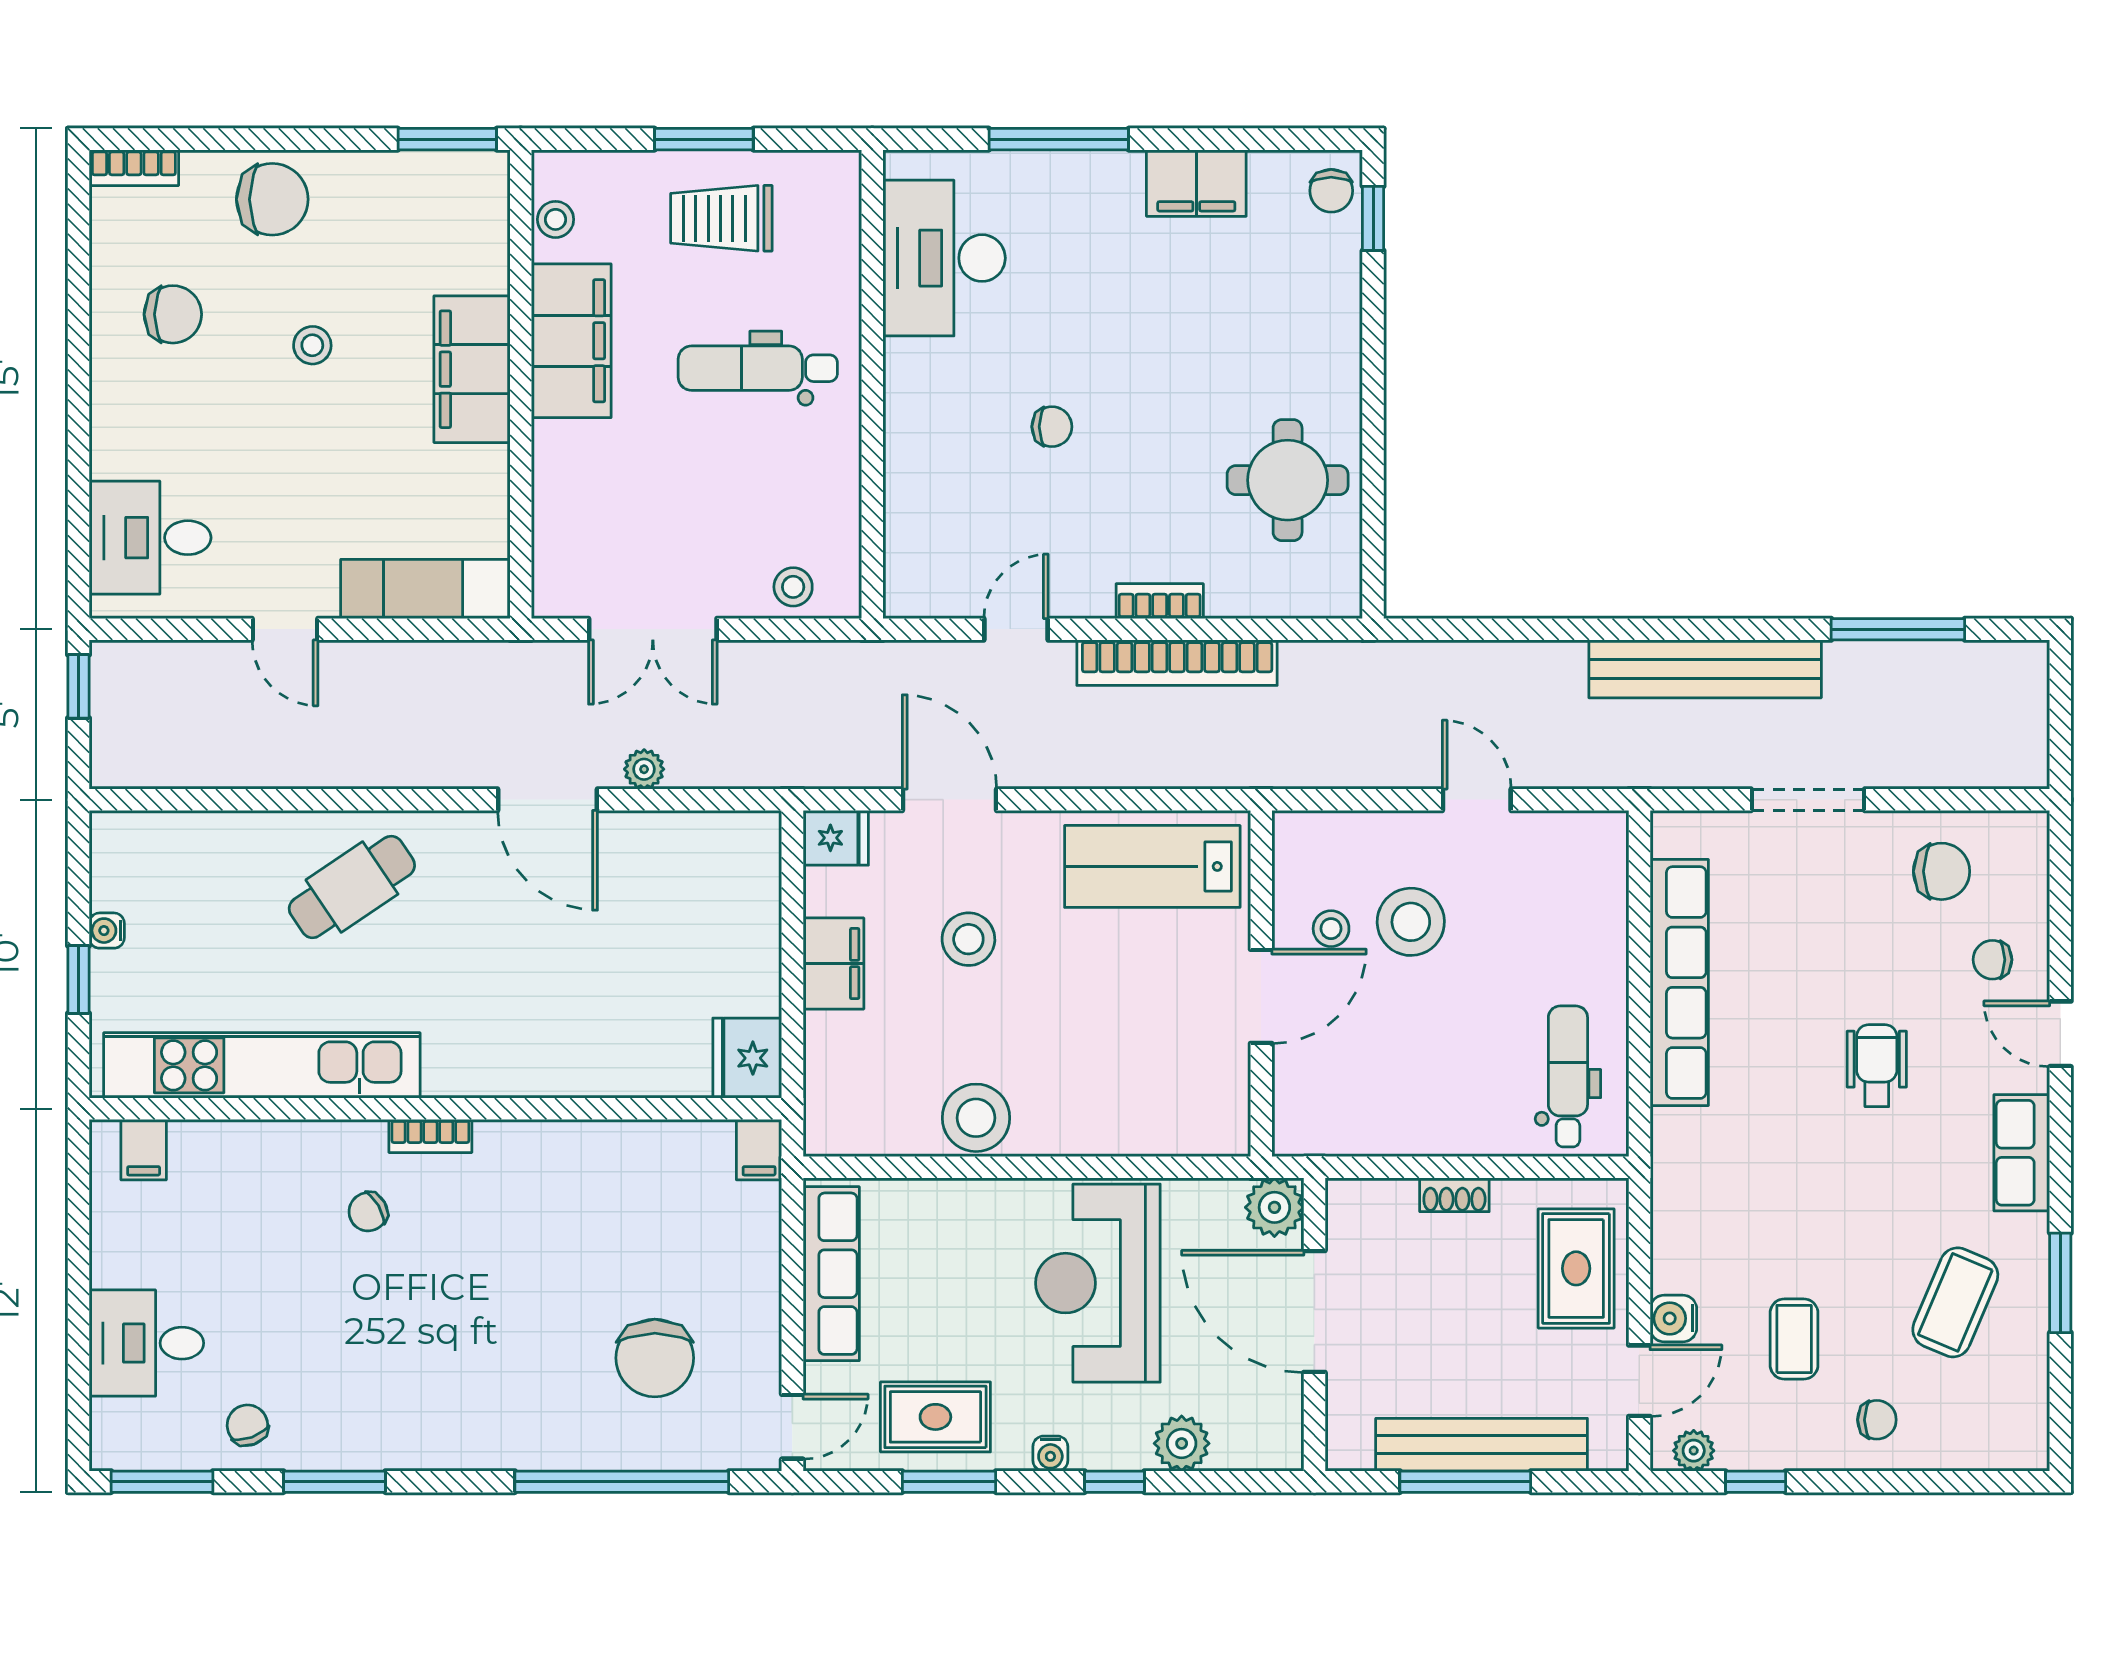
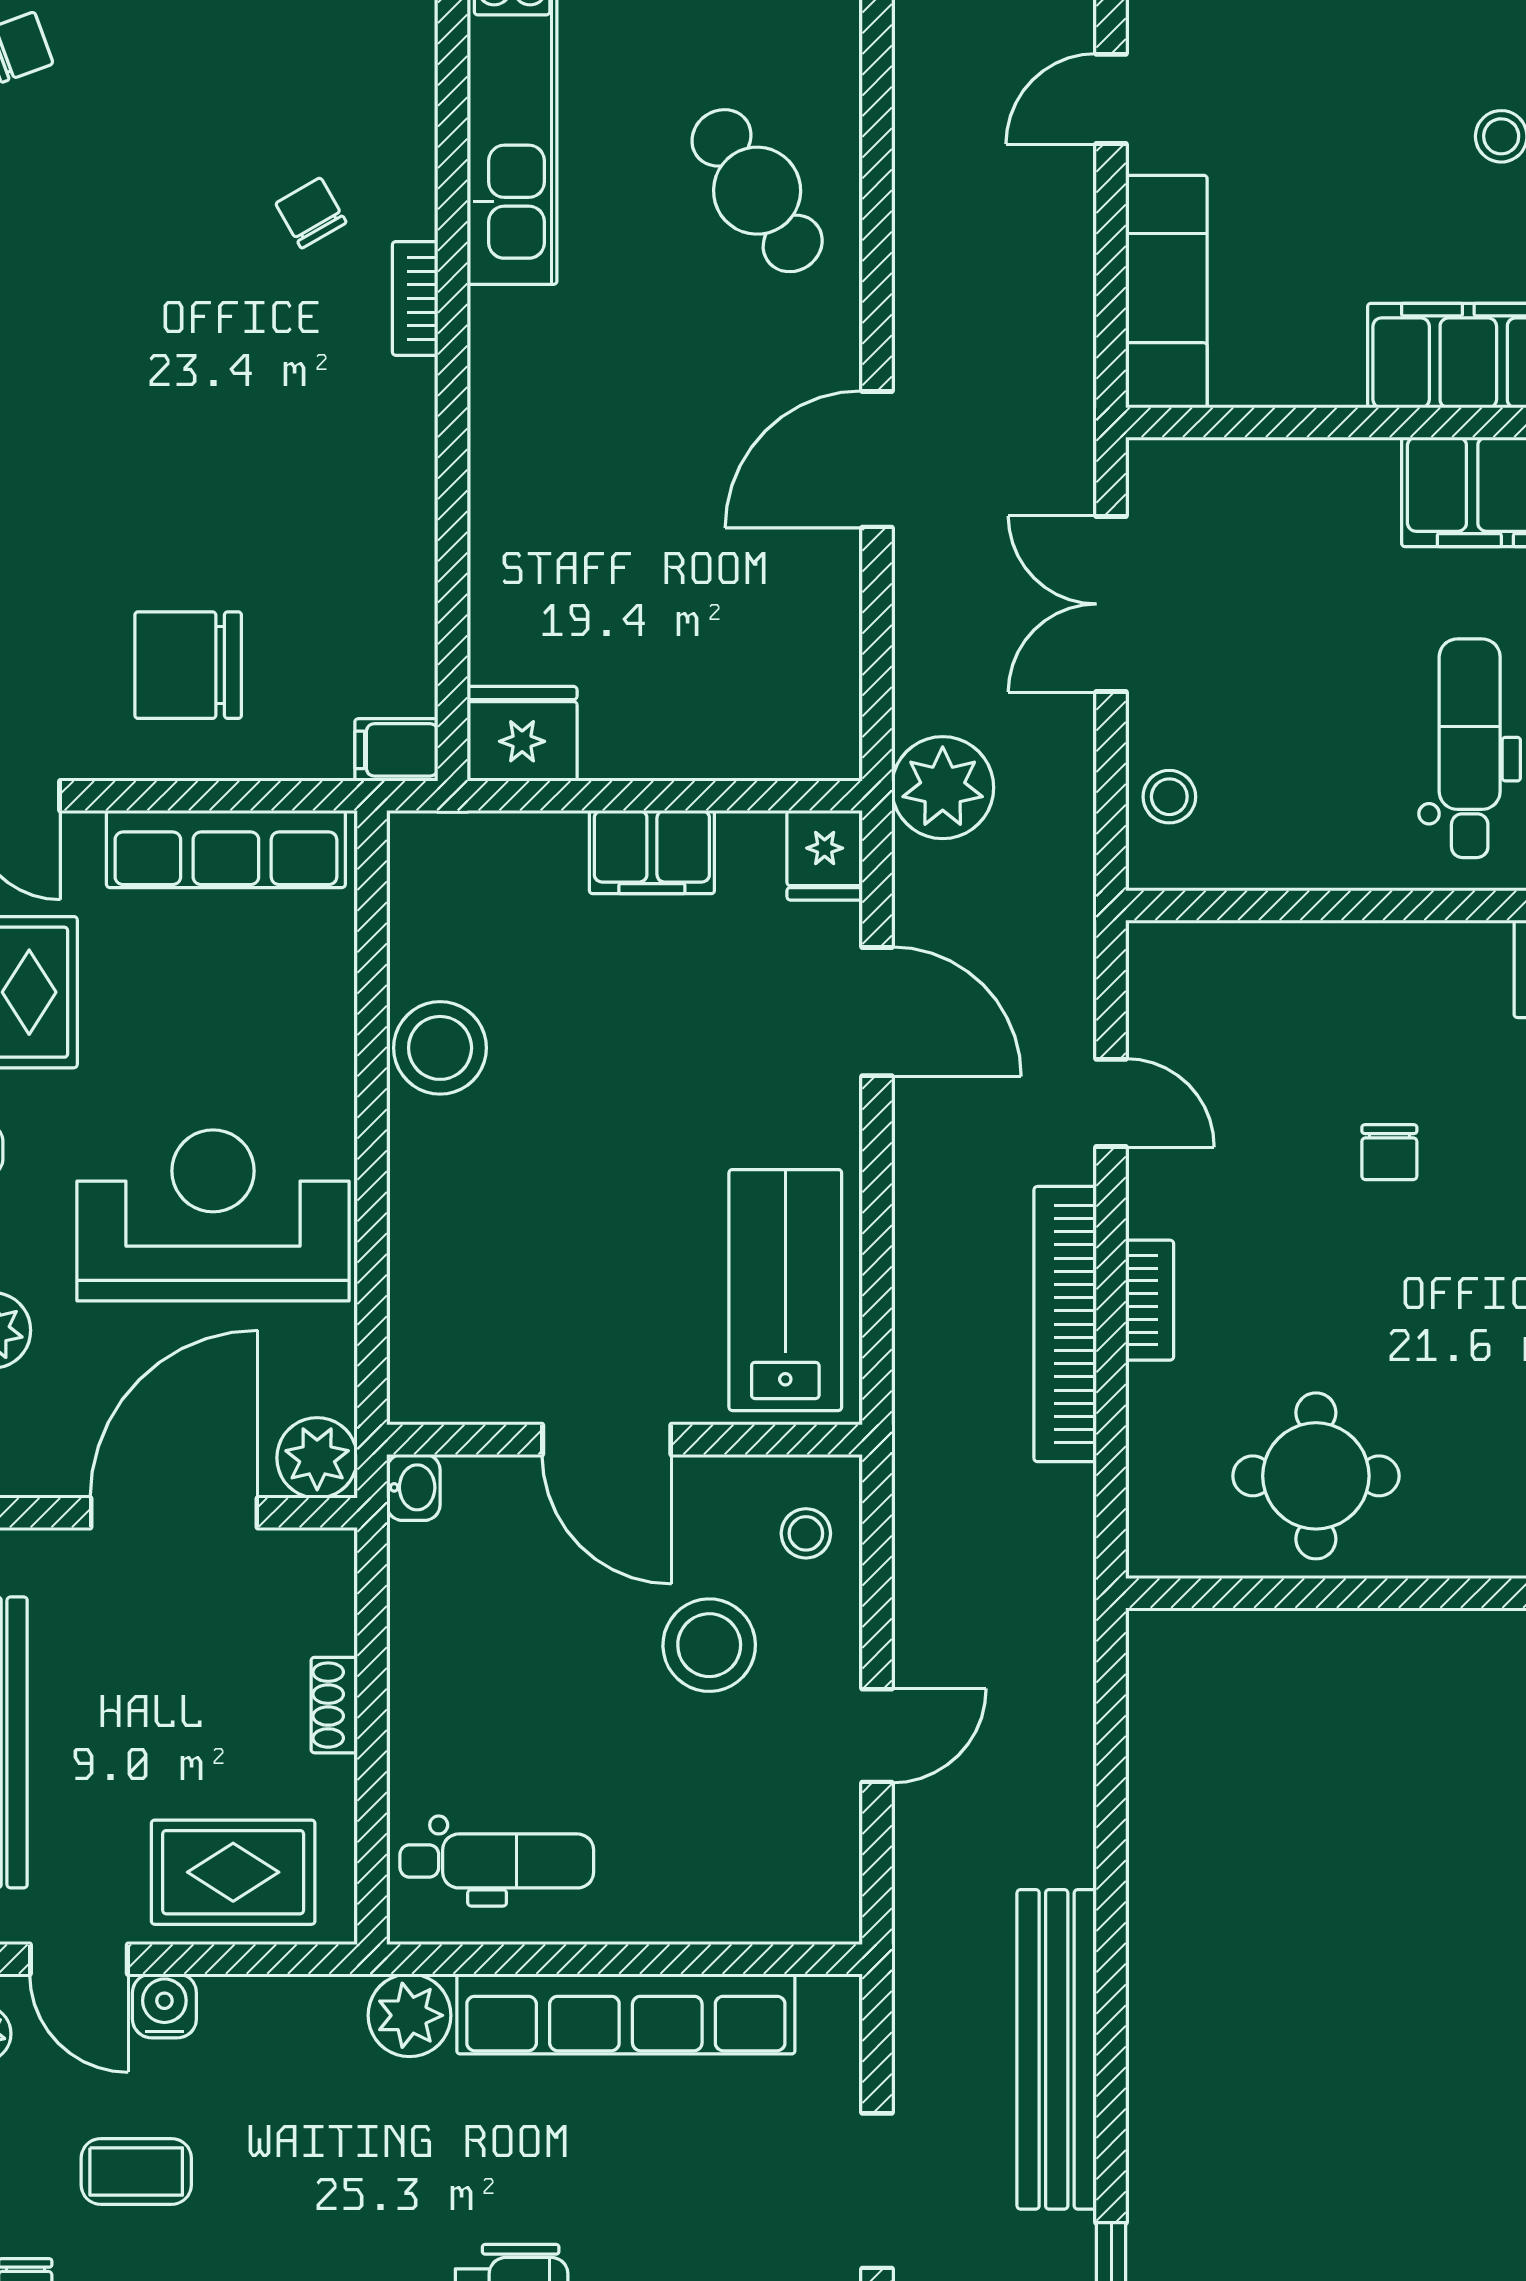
plant: (644, 769) -> (943, 788), moved, width x1.88, depth x1.88
door: (950, 800) -> (877, 1012), hinge flipped
stool: (1331, 929) -> (806, 1533), moved
stool: (968, 939) -> (685, 1038), removed
washbasin: (1296, 1137) -> (413, 1487), added
plant: (1680, 1140) -> (409, 2015), added
chair: (655, 1358) -> (188, 665), moved

